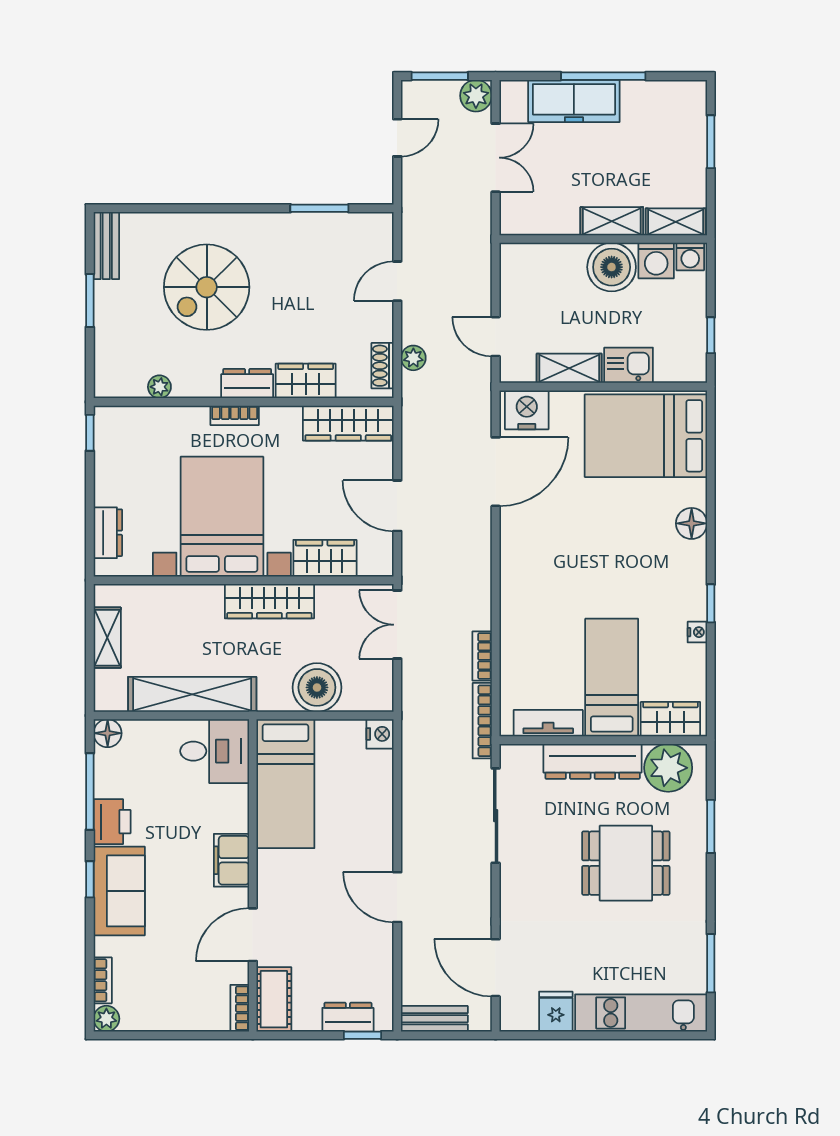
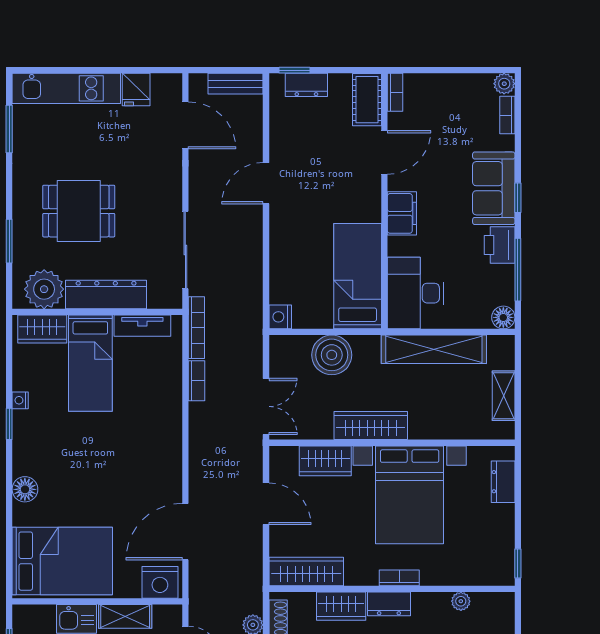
desk: (215, 751) -> (416, 293), width x1.37
door: (397, 897) -> (266, 183), swing flipped

